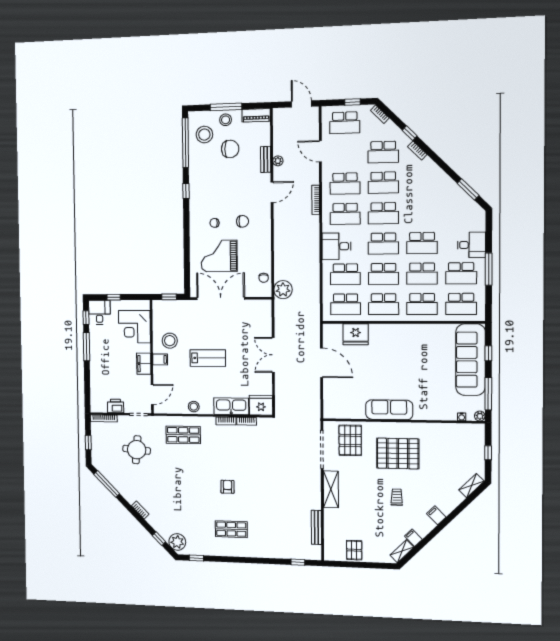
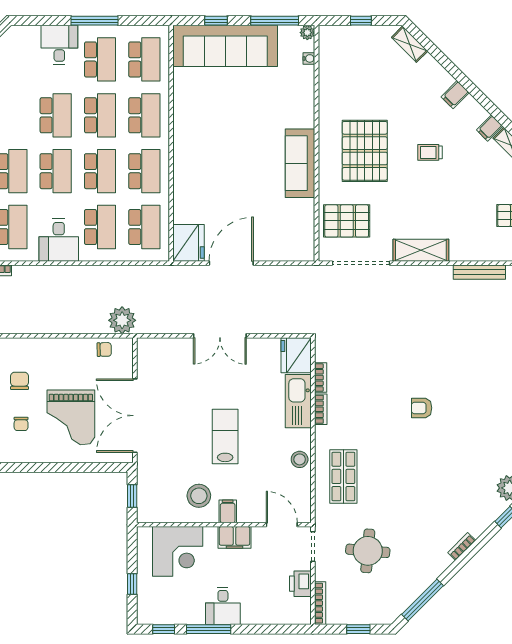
desk: (99, 312) -> (223, 606), moved, turned -90
fridge: (356, 334) -> (189, 243), moved
shop shelf: (231, 529) -> (487, 403), removed

